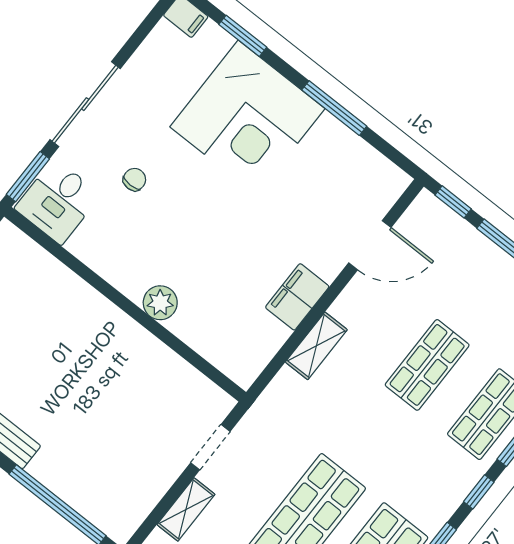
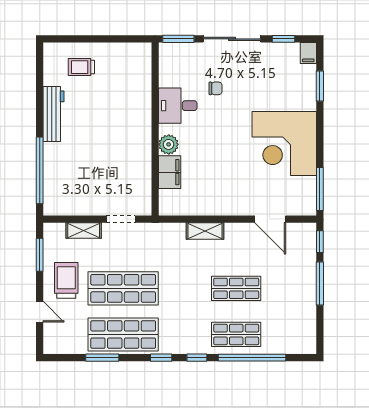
window: (140, 34) -> (284, 39), added
window: (334, 108) -> (320, 189), moved
corner desk: (247, 118) -> (284, 143), moved
desk: (58, 201) -> (178, 106), moved
filing cabinet: (297, 297) -> (170, 172), moved, turned 90

